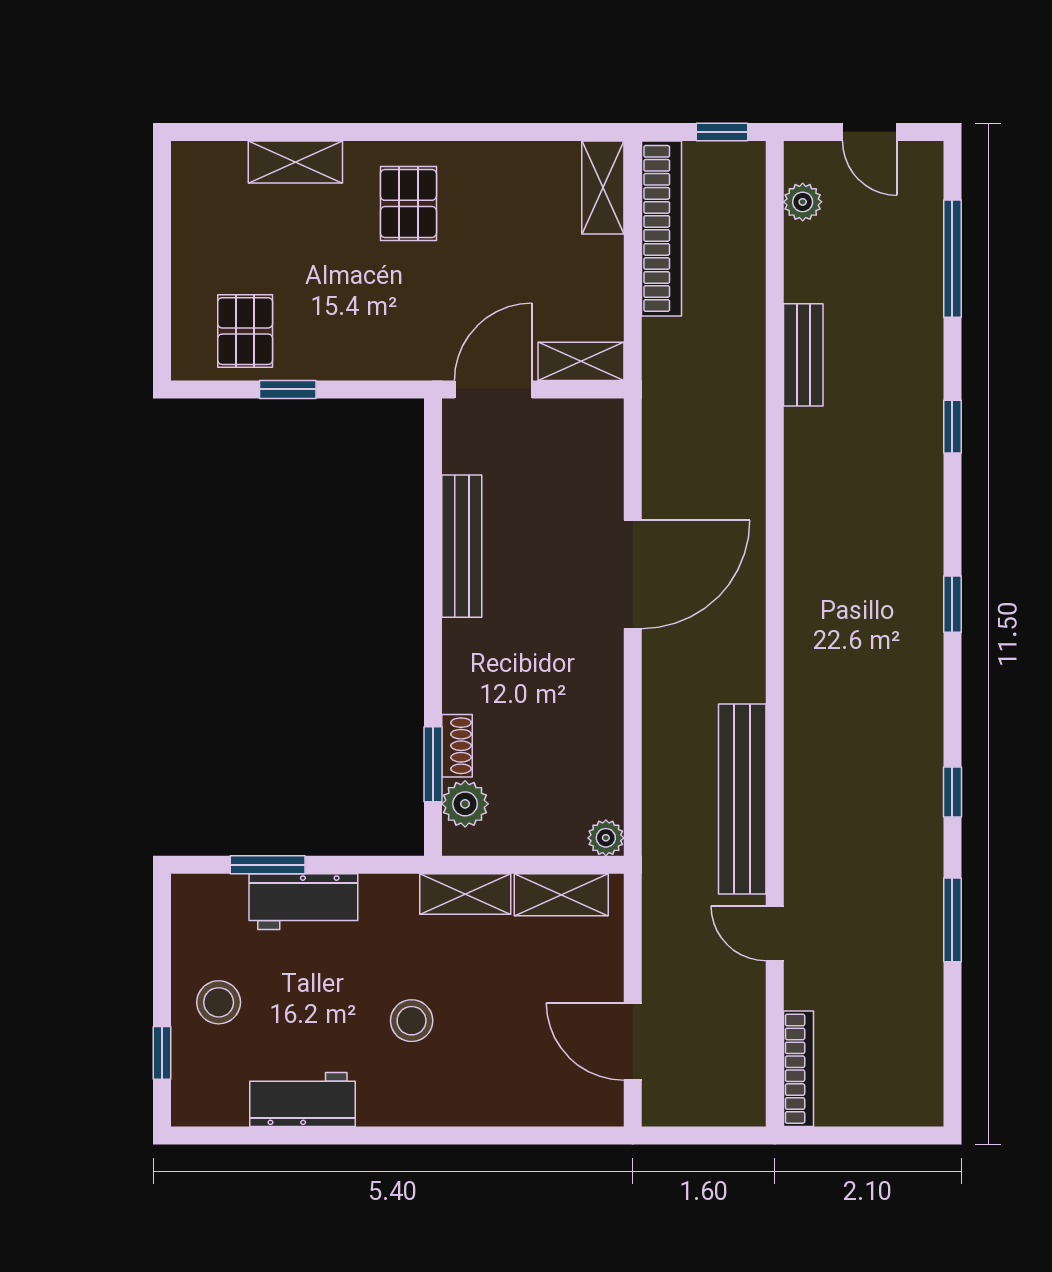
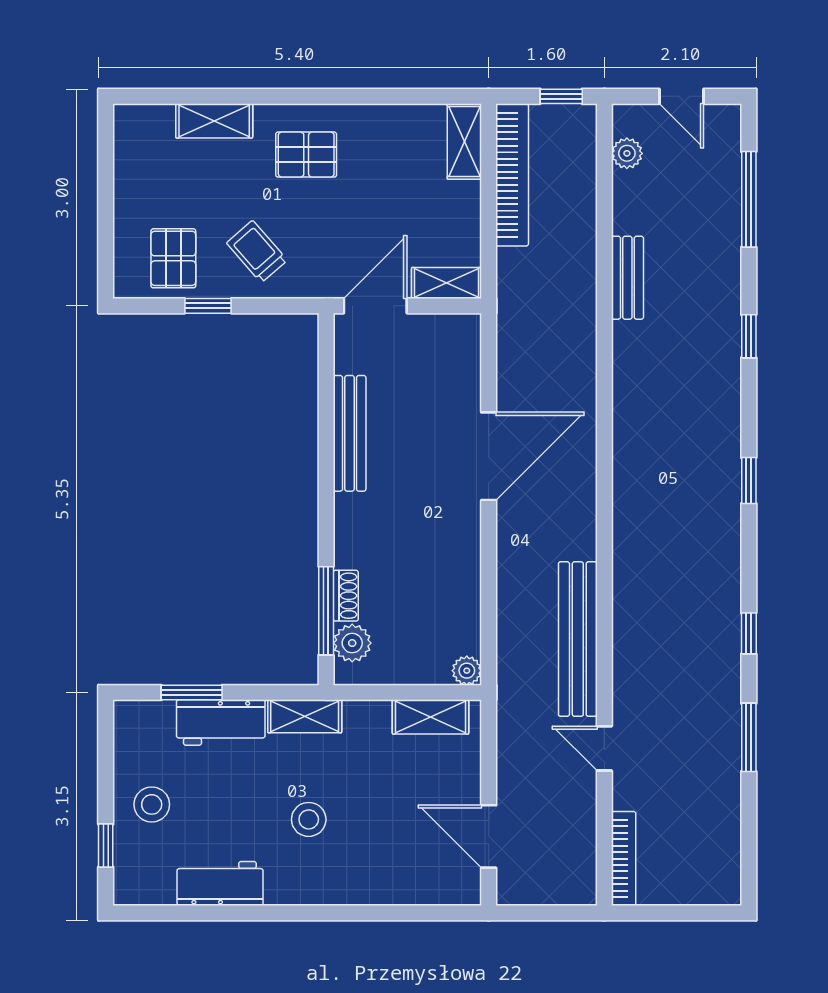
pallet: (408, 203) -> (306, 155), turned 90
trolley: (348, 323) -> (257, 252), added
window: (433, 764) -> (326, 611), width x1.44
shelving: (465, 894) -> (305, 716), moved

